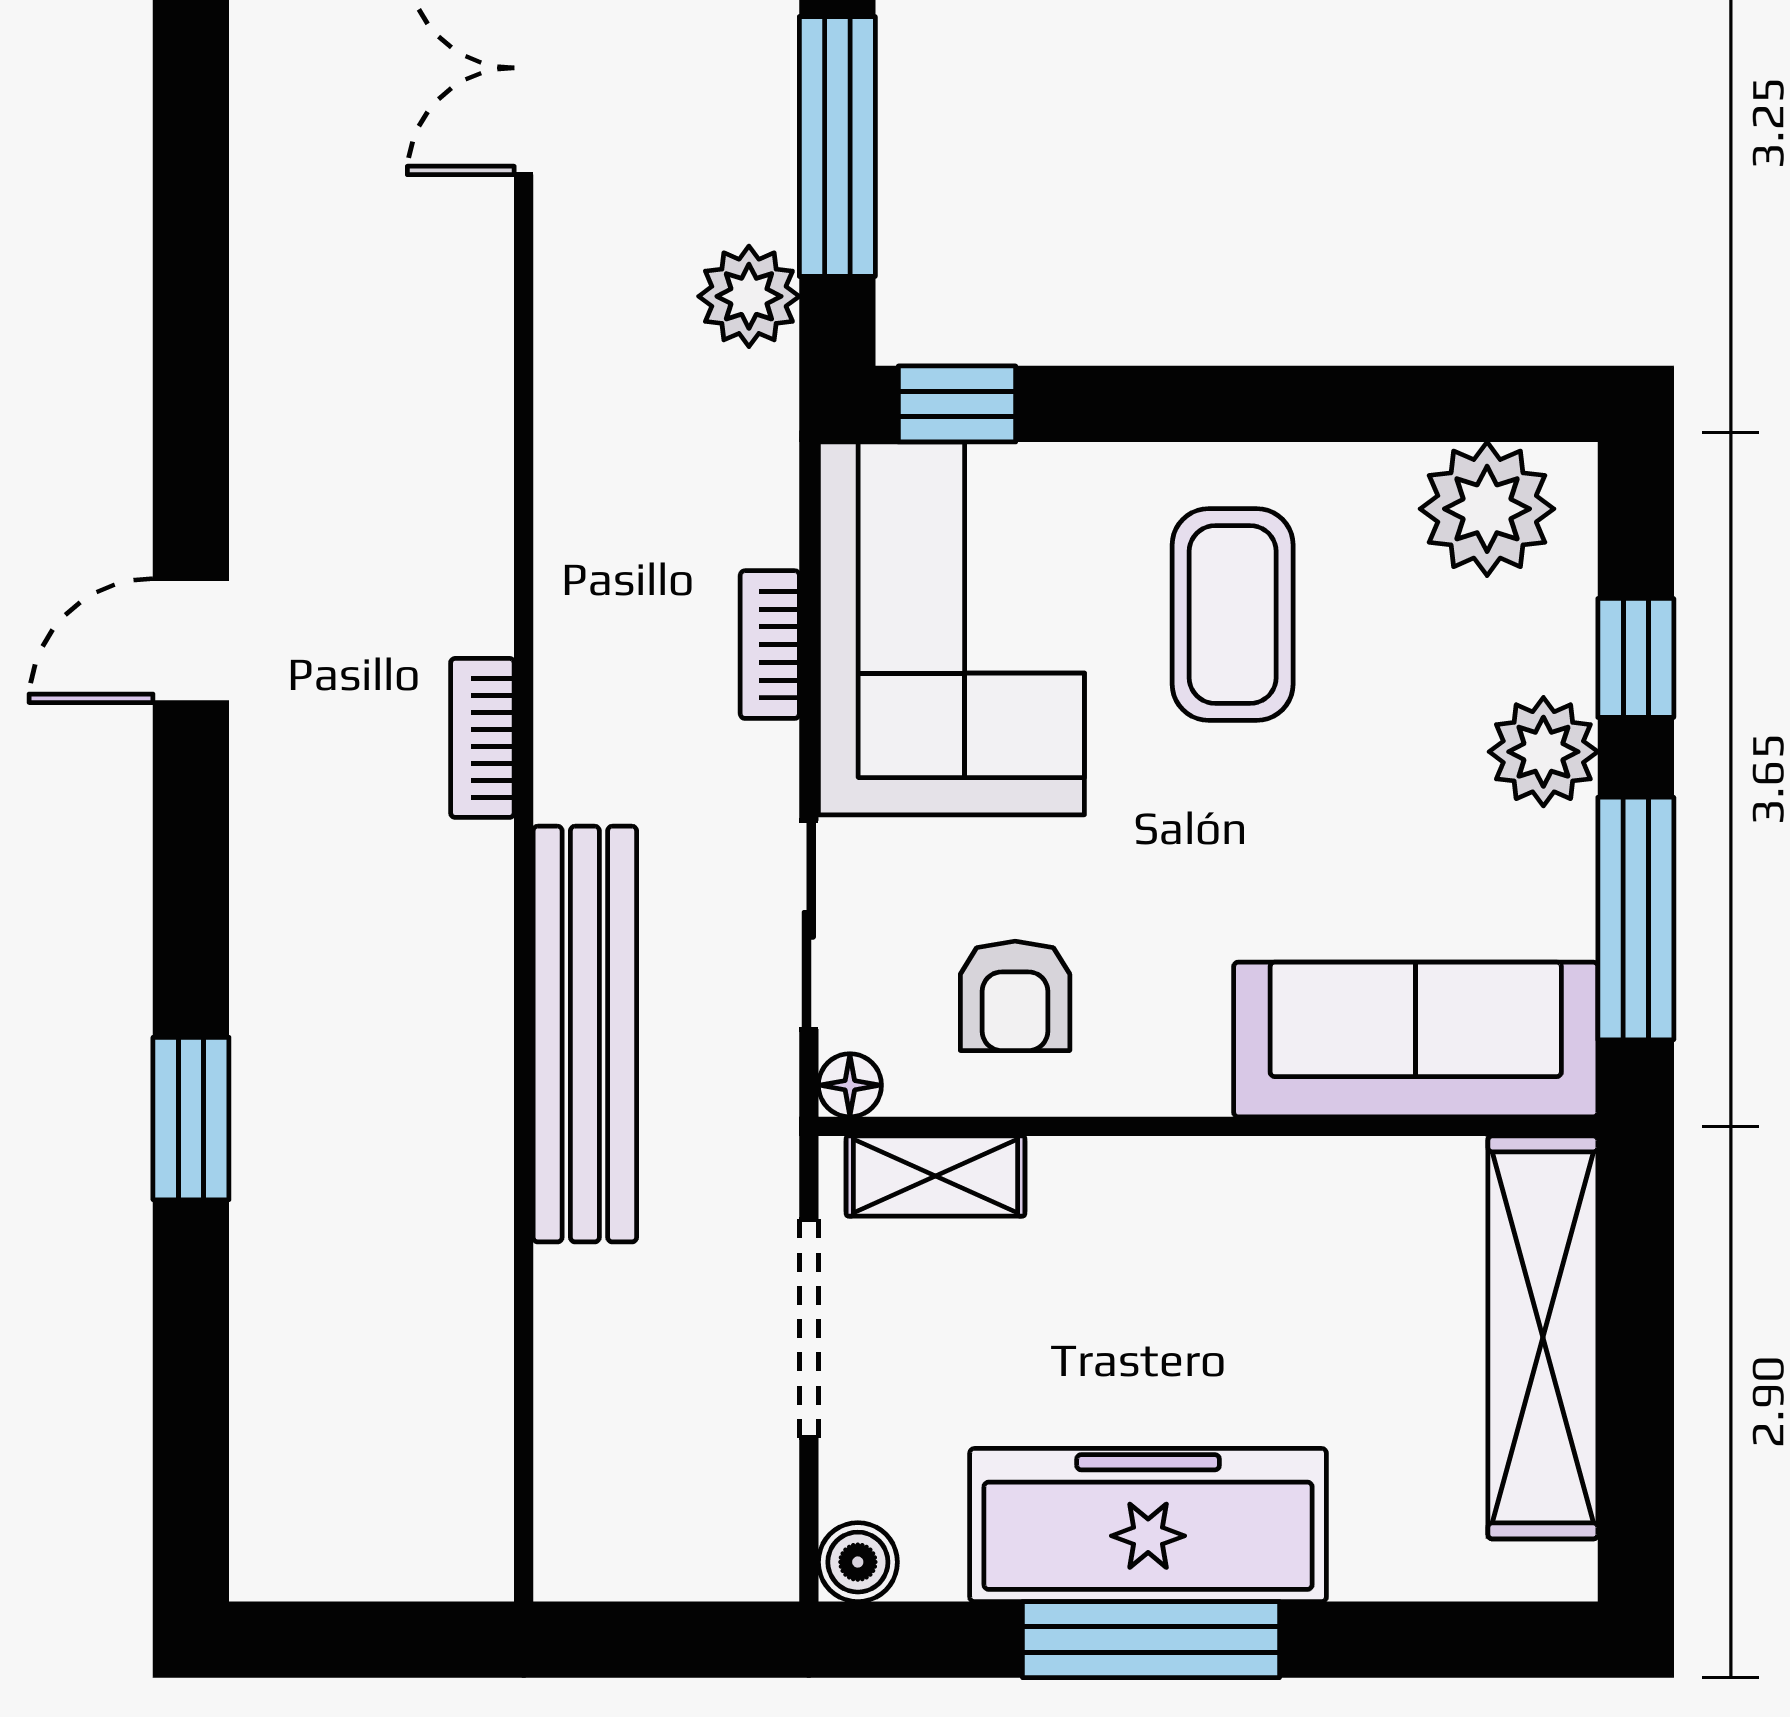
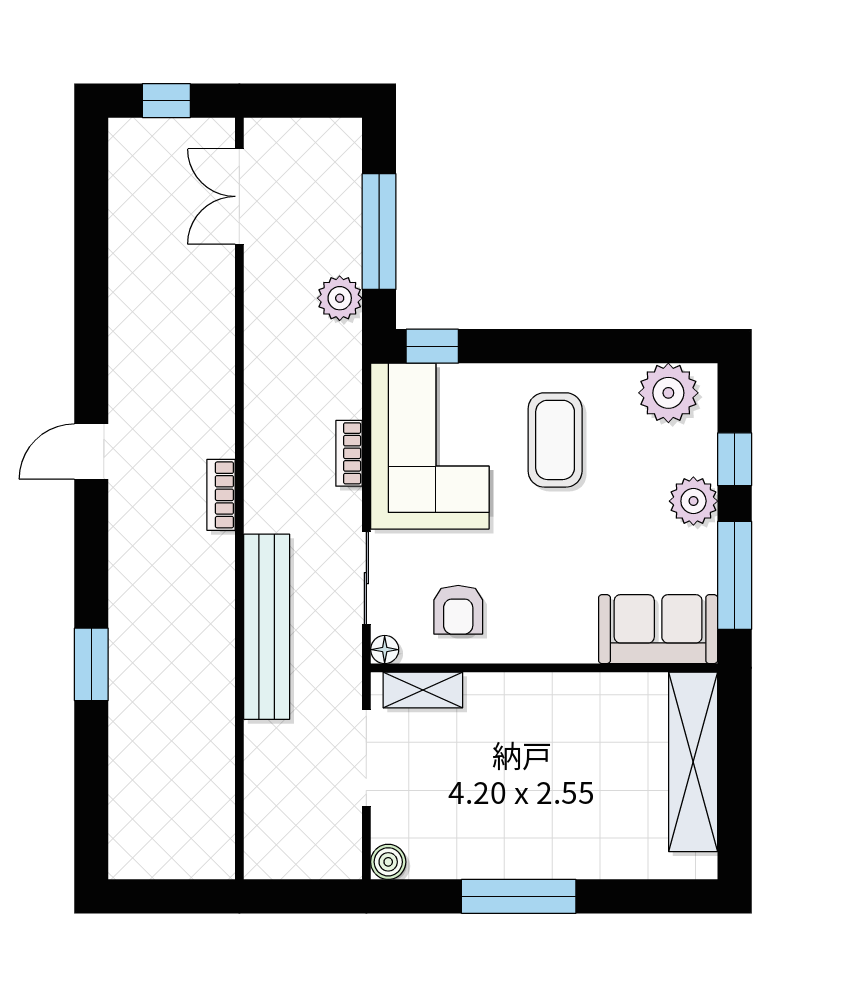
sofa: (1416, 1039) -> (658, 629), width x0.73
freezer: (1148, 1525) -> (517, 845), removed

